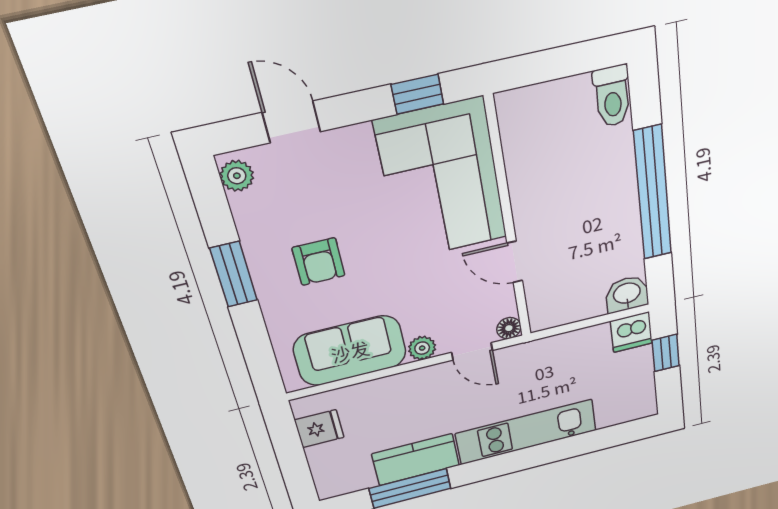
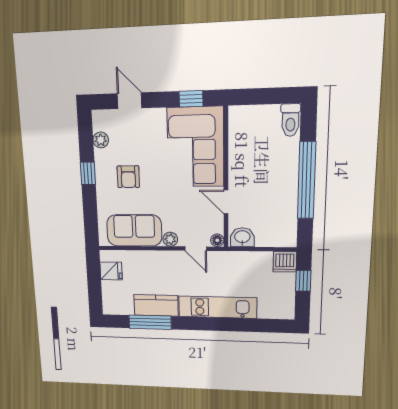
plant: (237, 176) -> (101, 140), moved
window: (234, 274) -> (88, 173), width x0.67
washbasin: (627, 294) -> (242, 237), moved

